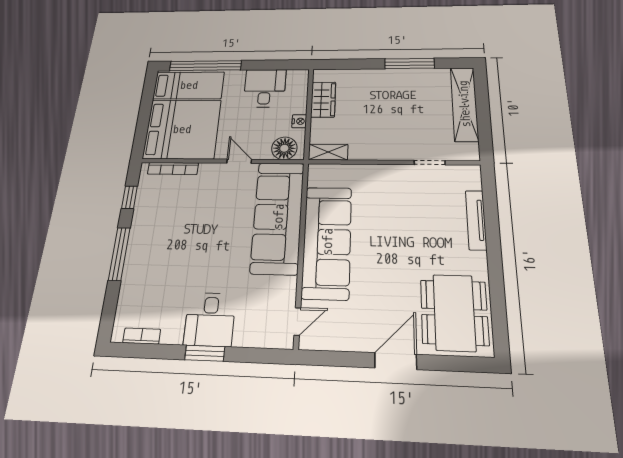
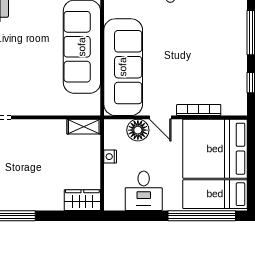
wardrobe: (323, 100) -> (82, 200), moved, turned 90
floor lamp: (284, 148) -> (138, 130), moved
bookcase: (173, 168) -> (199, 110), moved

